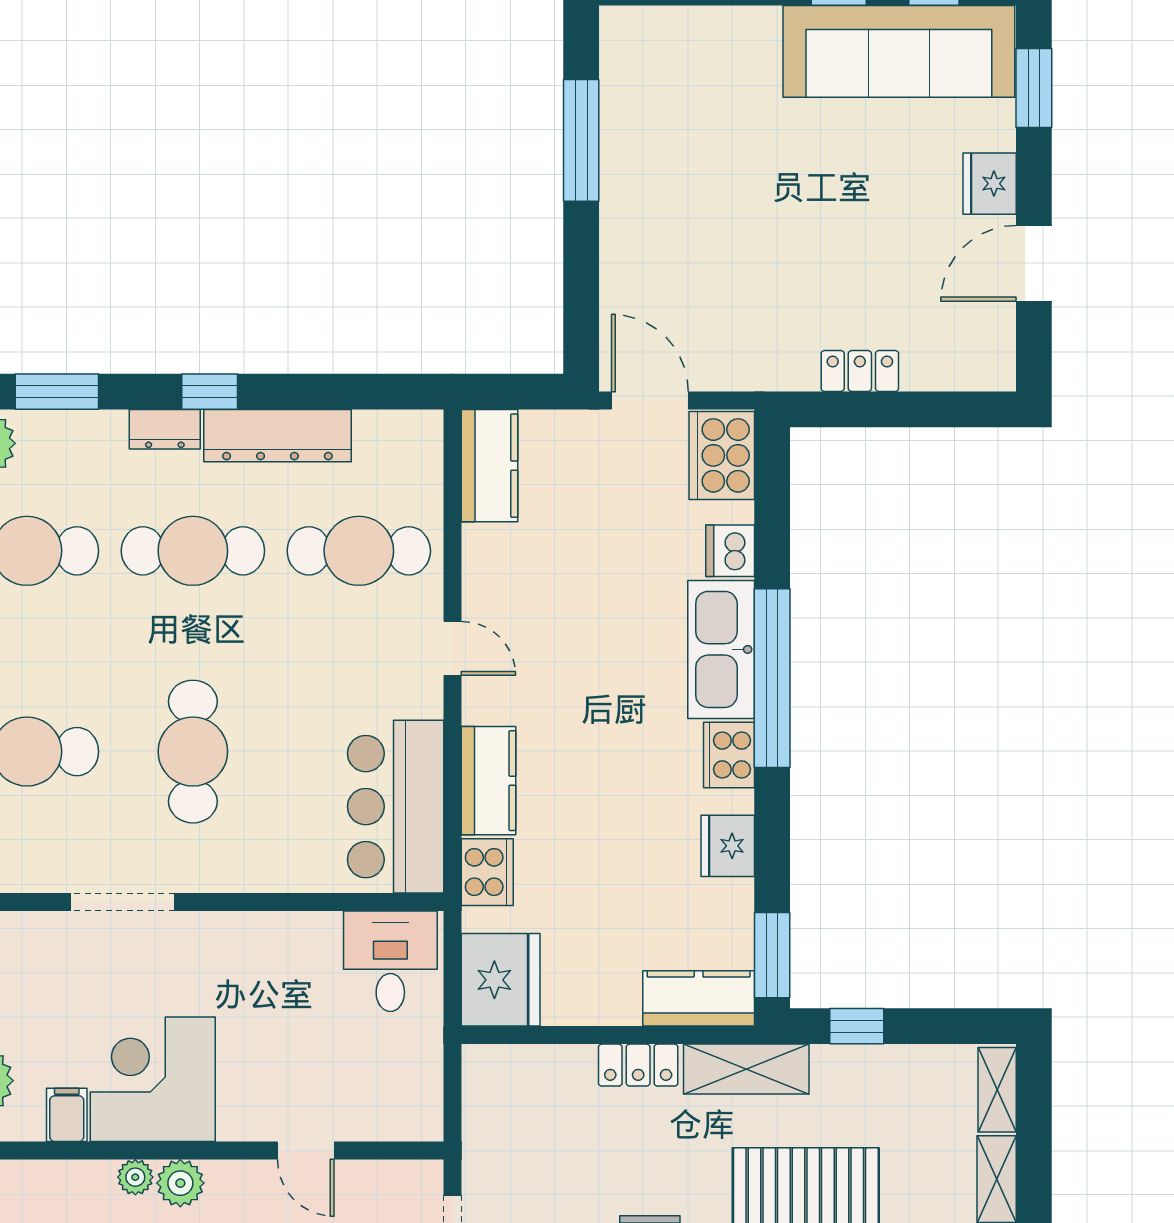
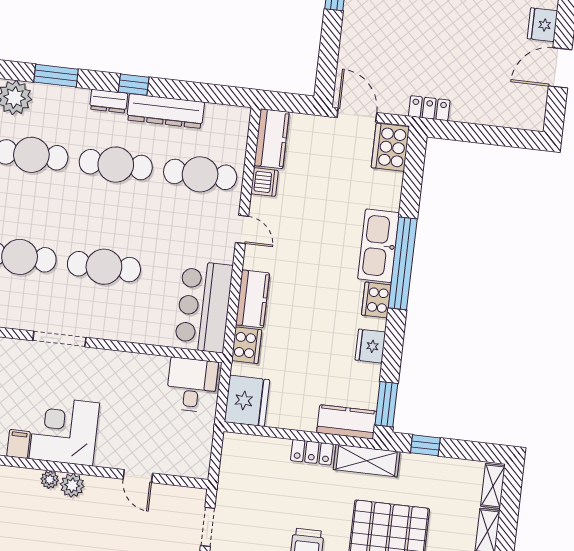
locker: (860, 371) -> (429, 108), moved
dishwasher: (730, 551) -> (265, 182), moved, turned 180
cafe table: (193, 752) -> (104, 267), turned 90

